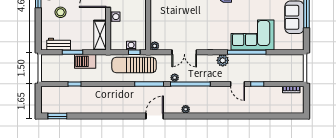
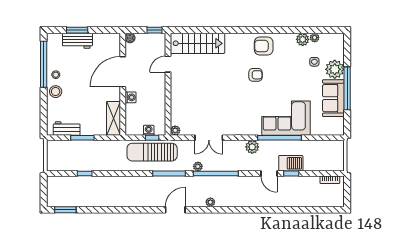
stool: (61, 12) -> (56, 92), moved
barbecue: (85, 61) -> (291, 163), moved, turned 180

